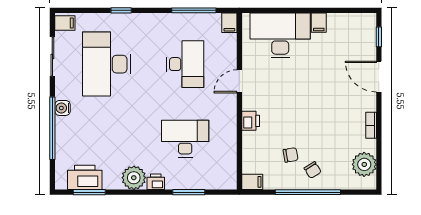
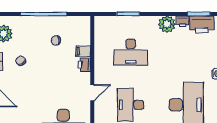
chair: (313, 170) -> (21, 61), moved
printer: (156, 182) -> (183, 21), moved
filing cabinet: (252, 182) -> (83, 51), moved

